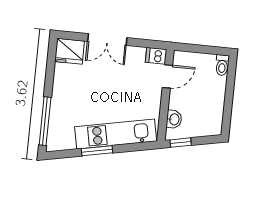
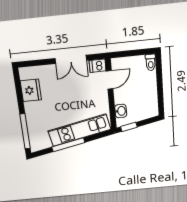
double door: (107, 40) -> (71, 59), moved
fridge: (70, 51) -> (31, 90), moved, turned -90
window: (97, 151) -> (68, 145), width x1.44

